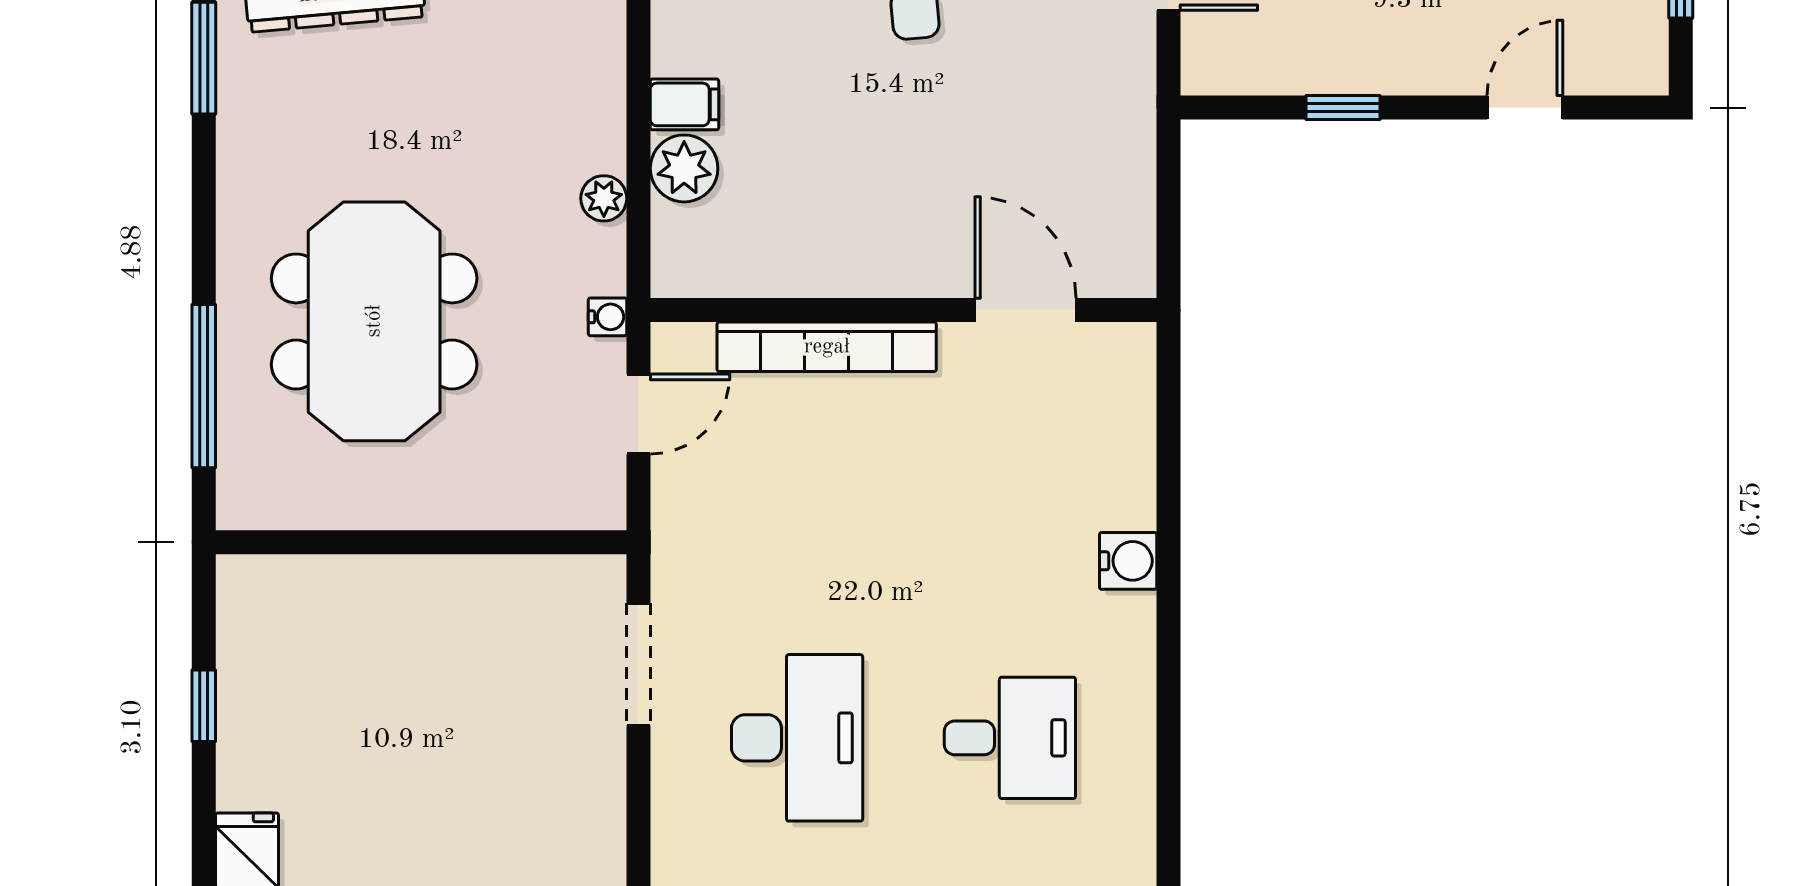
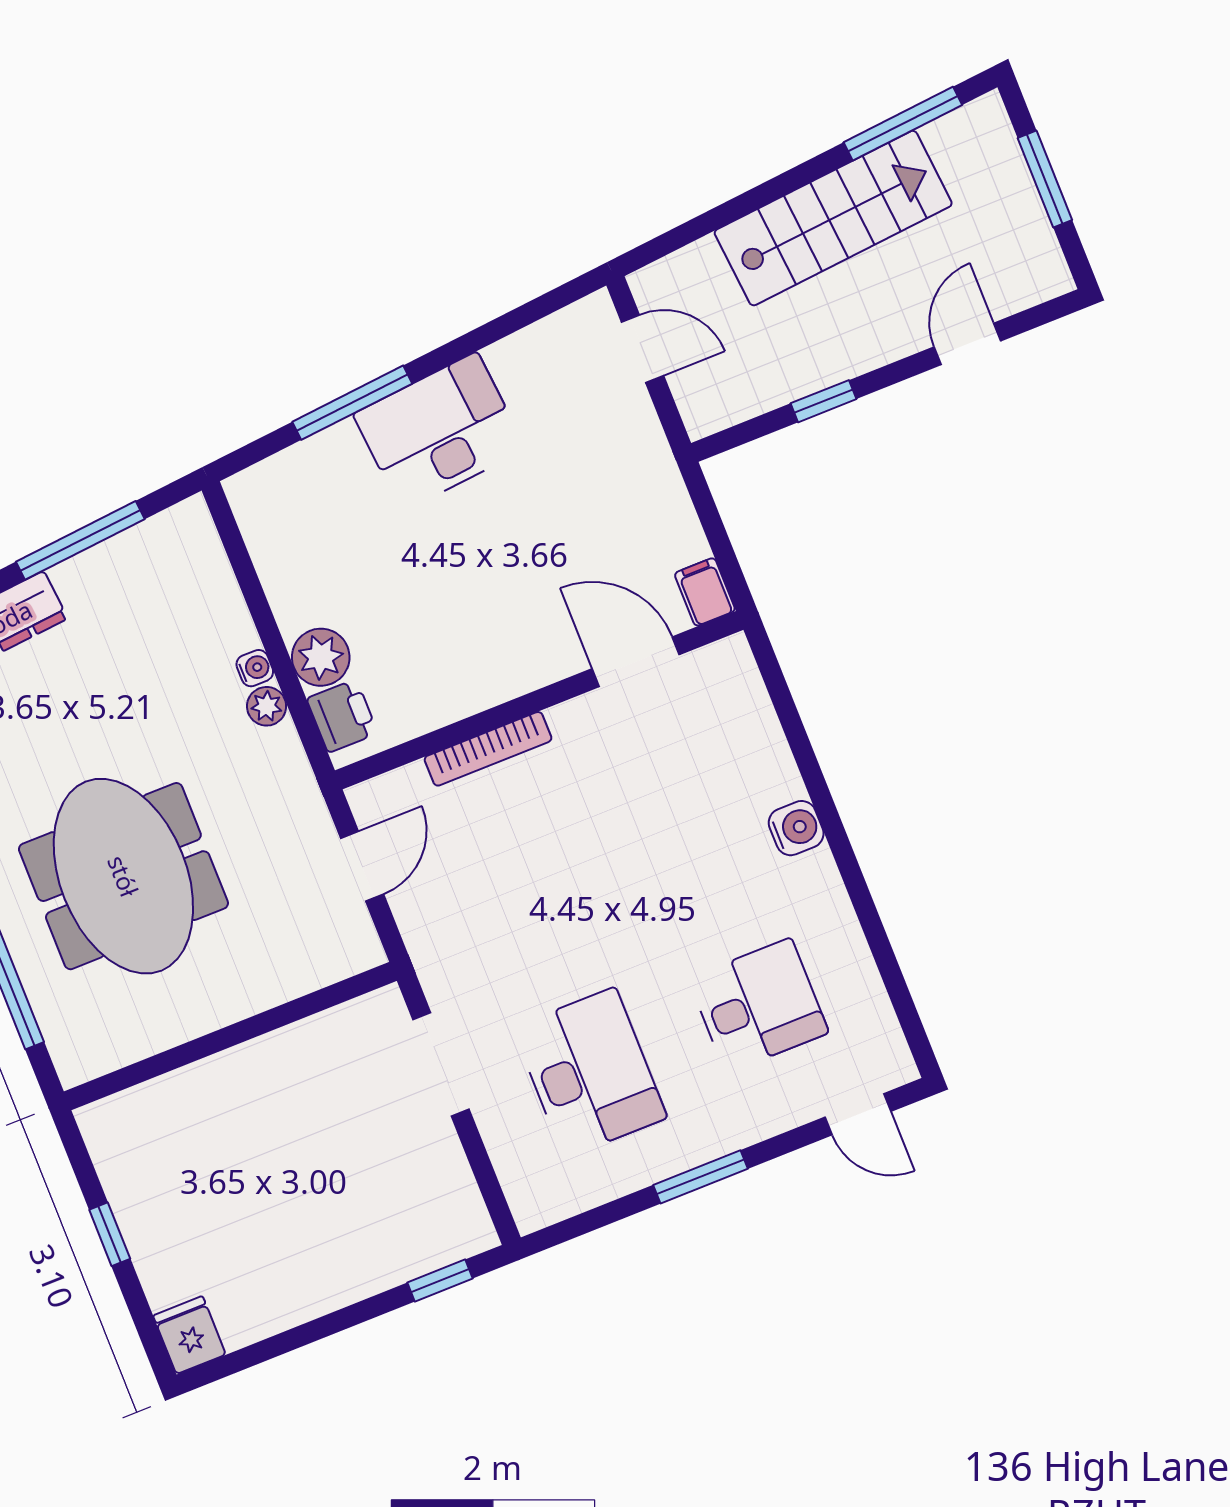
filing cabinet: (685, 104) -> (705, 592), moved, turned -90
printer: (682, 242) -> (342, 716), added
water cooler: (608, 317) -> (255, 668), moved
bookcase: (827, 347) -> (488, 749), width x0.68, depth x0.76

